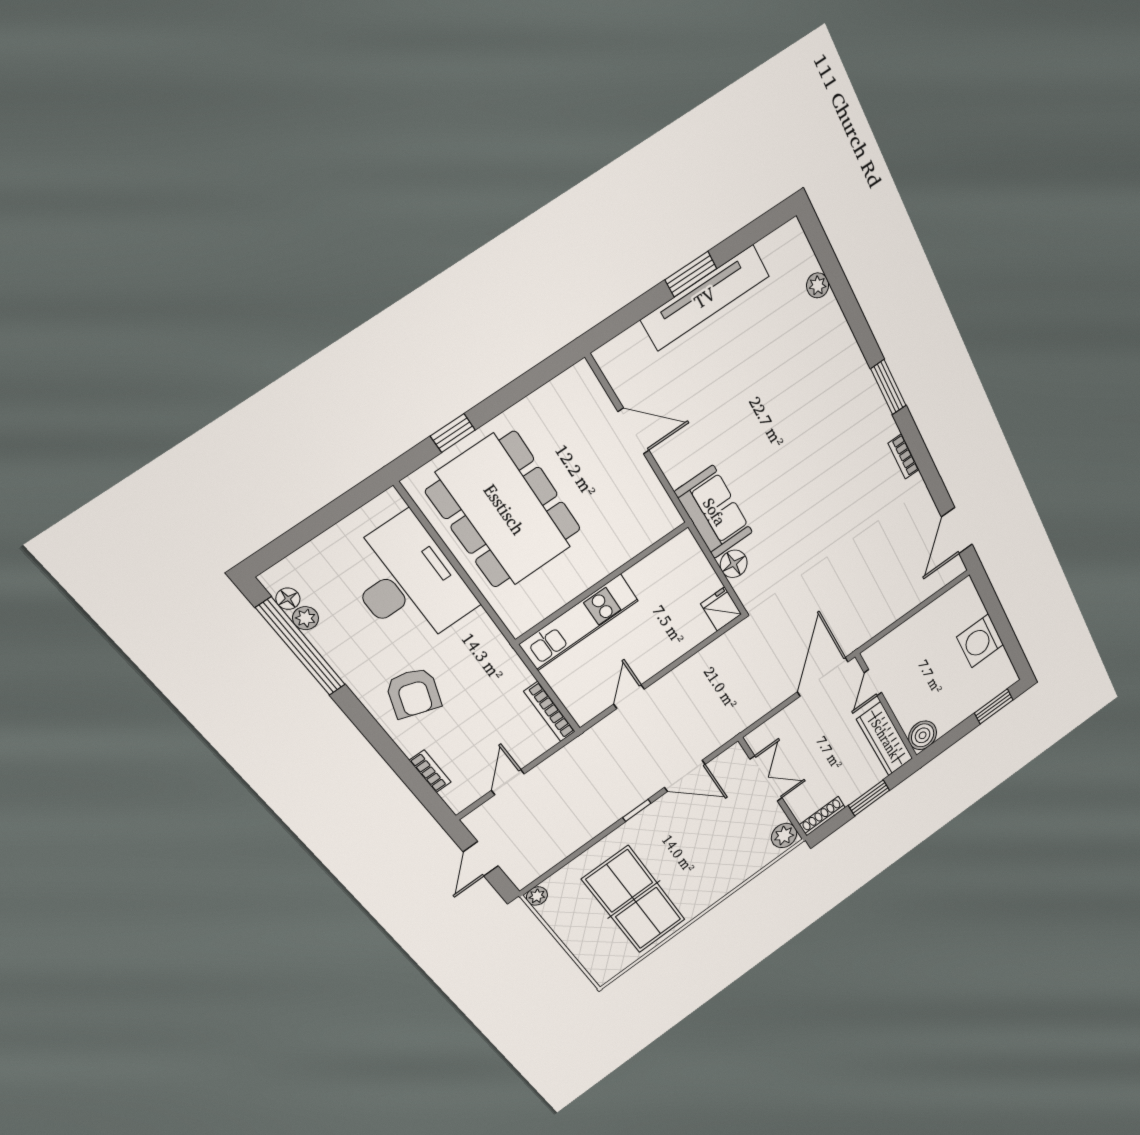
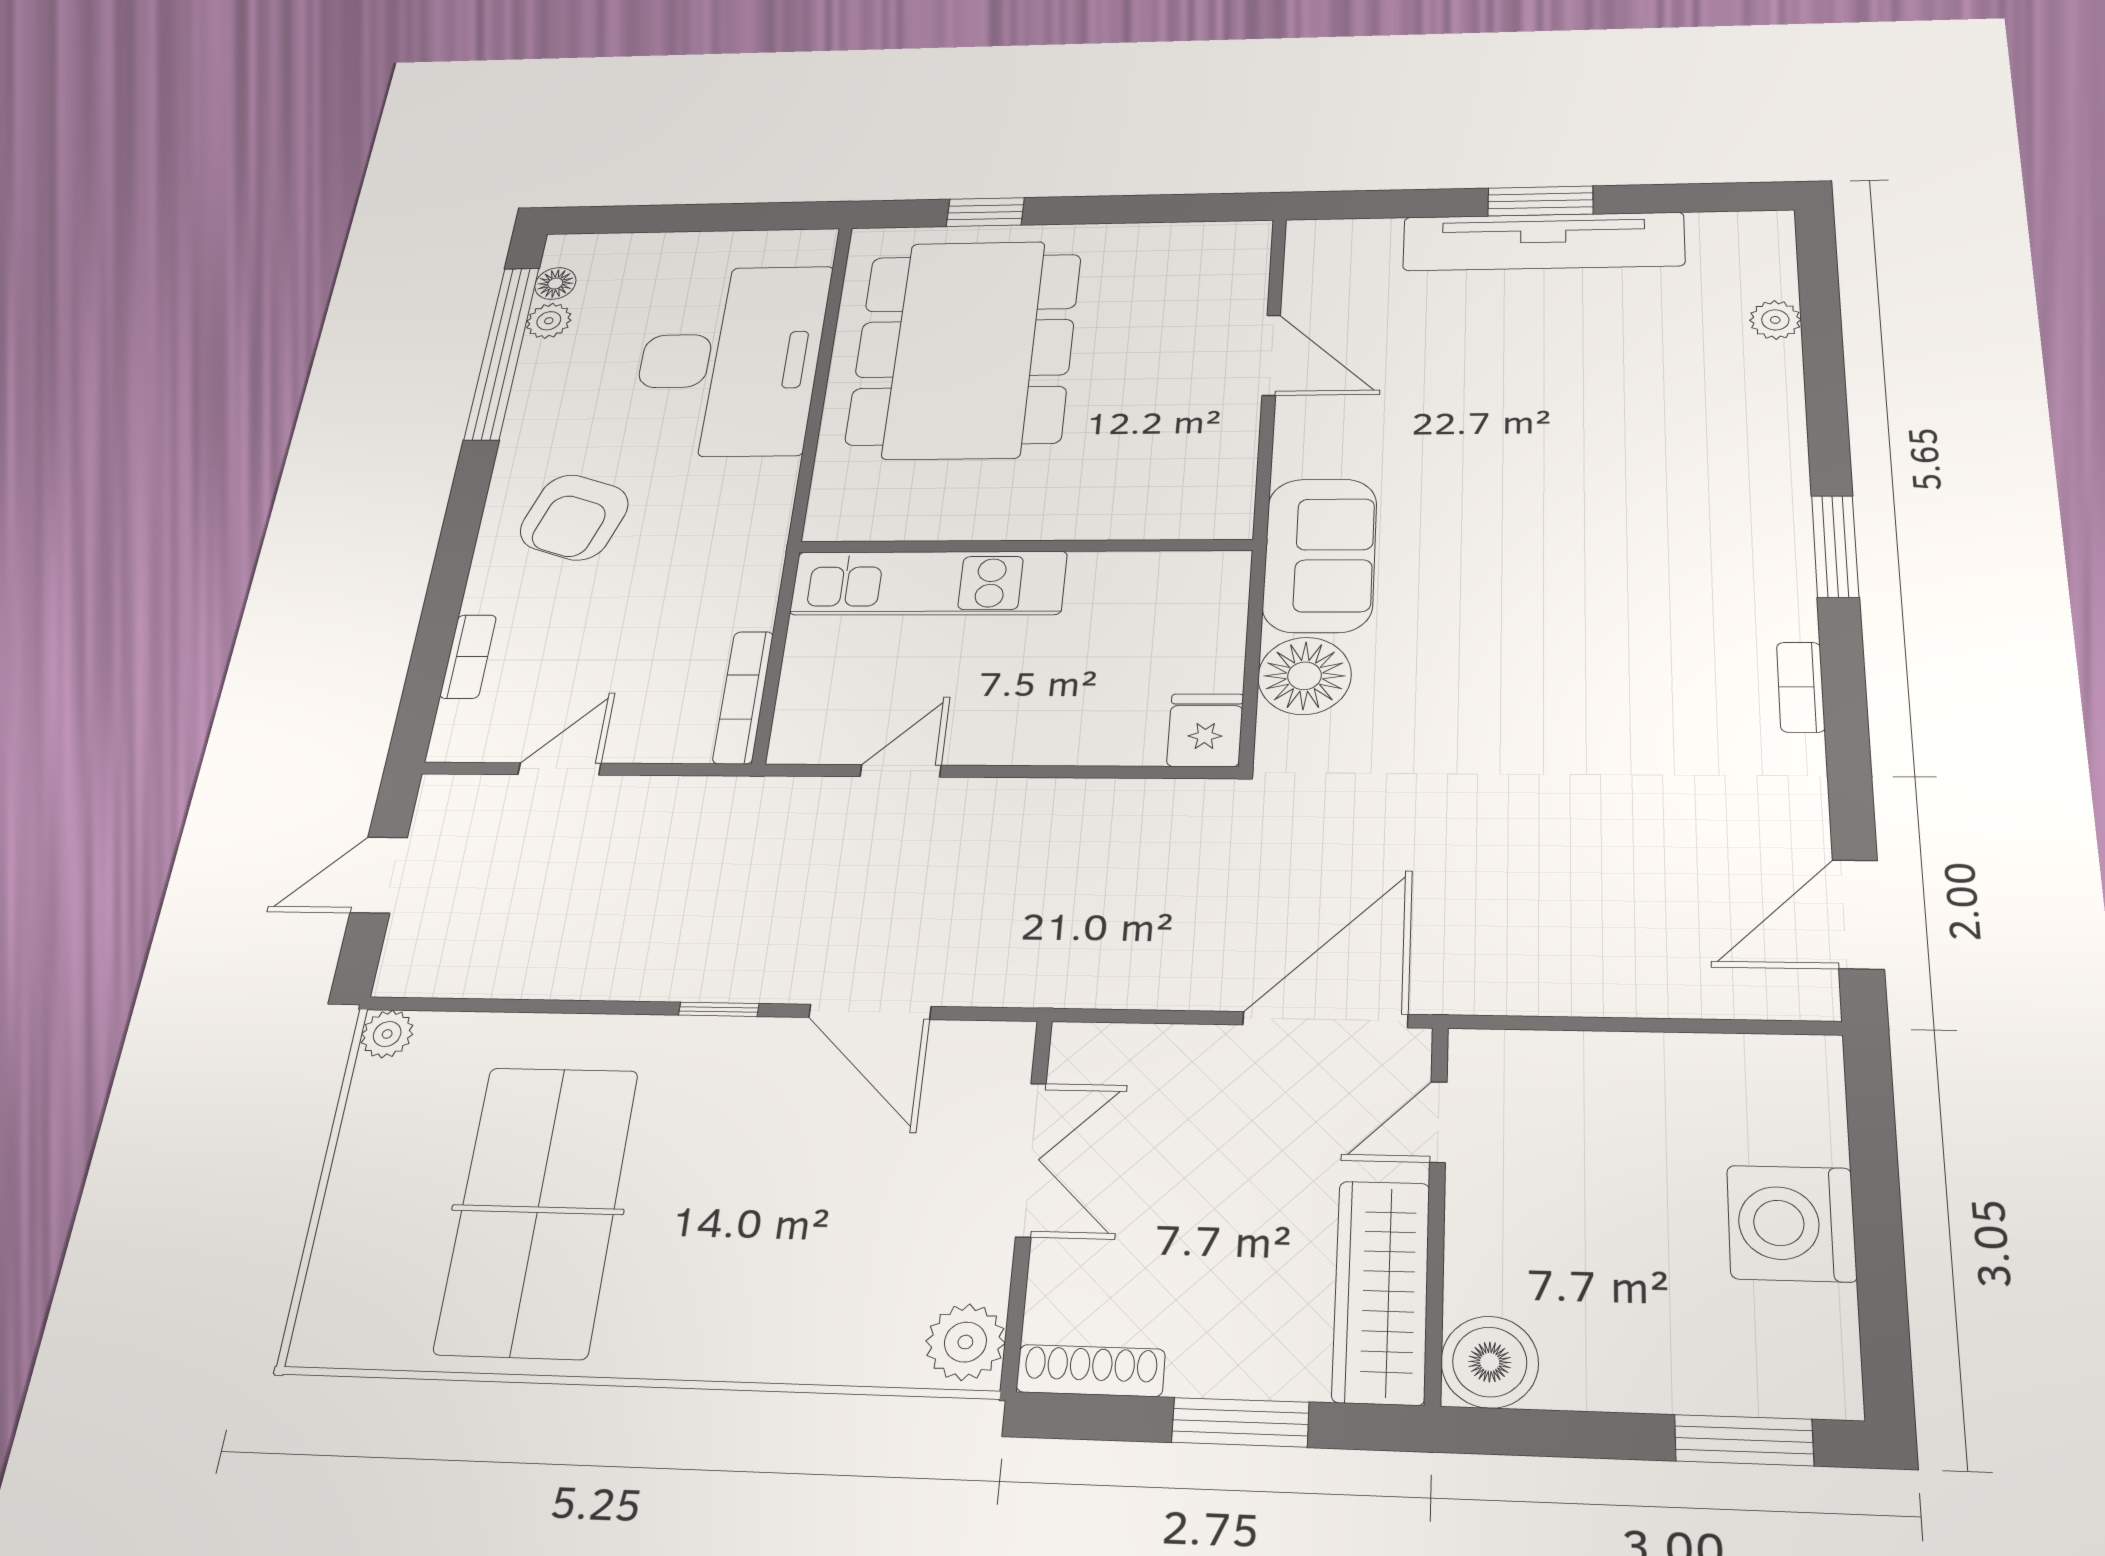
floor lamp: (734, 564) -> (1304, 676), width x1.38, depth x1.38

